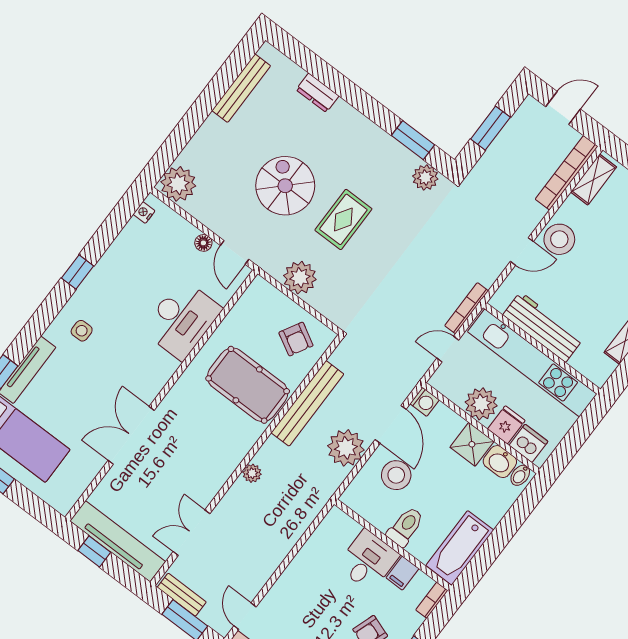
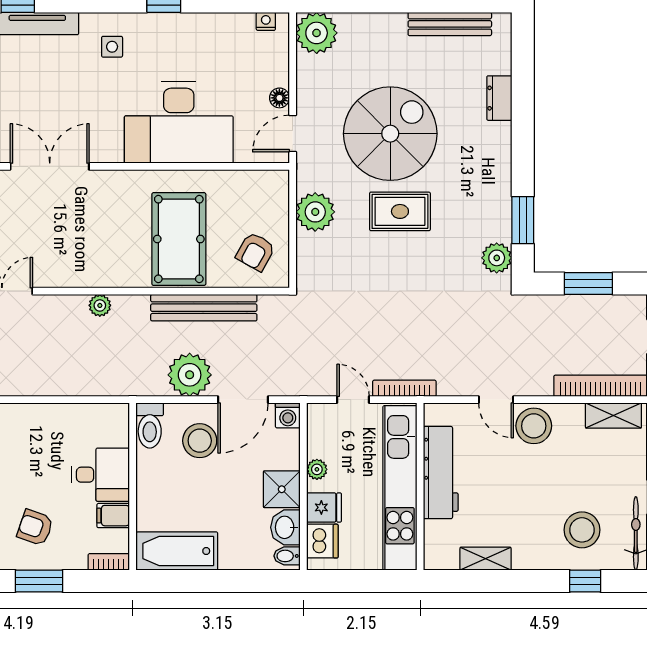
spiral stairs: (285, 186) -> (390, 134), width x1.37, depth x1.37
desk: (182, 319) -> (179, 122), width x1.36, depth x1.30
plant: (481, 404) -> (317, 469), width x0.53, depth x0.53
toilet: (405, 527) -> (150, 425), moved, turned 90

